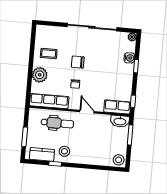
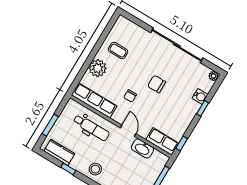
chair: (78, 62) -> (157, 84), moved
washbasin: (120, 121) -> (142, 148), moved
stool: (64, 151) -> (95, 169), moved

